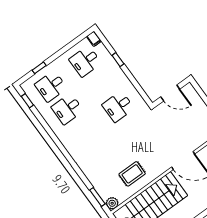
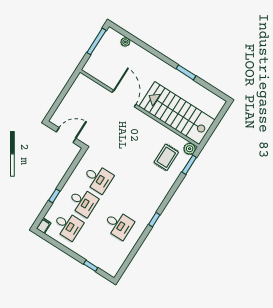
desk: (51, 86) -> (83, 202), moved
door: (170, 93) -> (66, 135), hinge flipped
window: (27, 101) -> (154, 220), moved
rug: (132, 174) -> (166, 157), moved, turned 90

